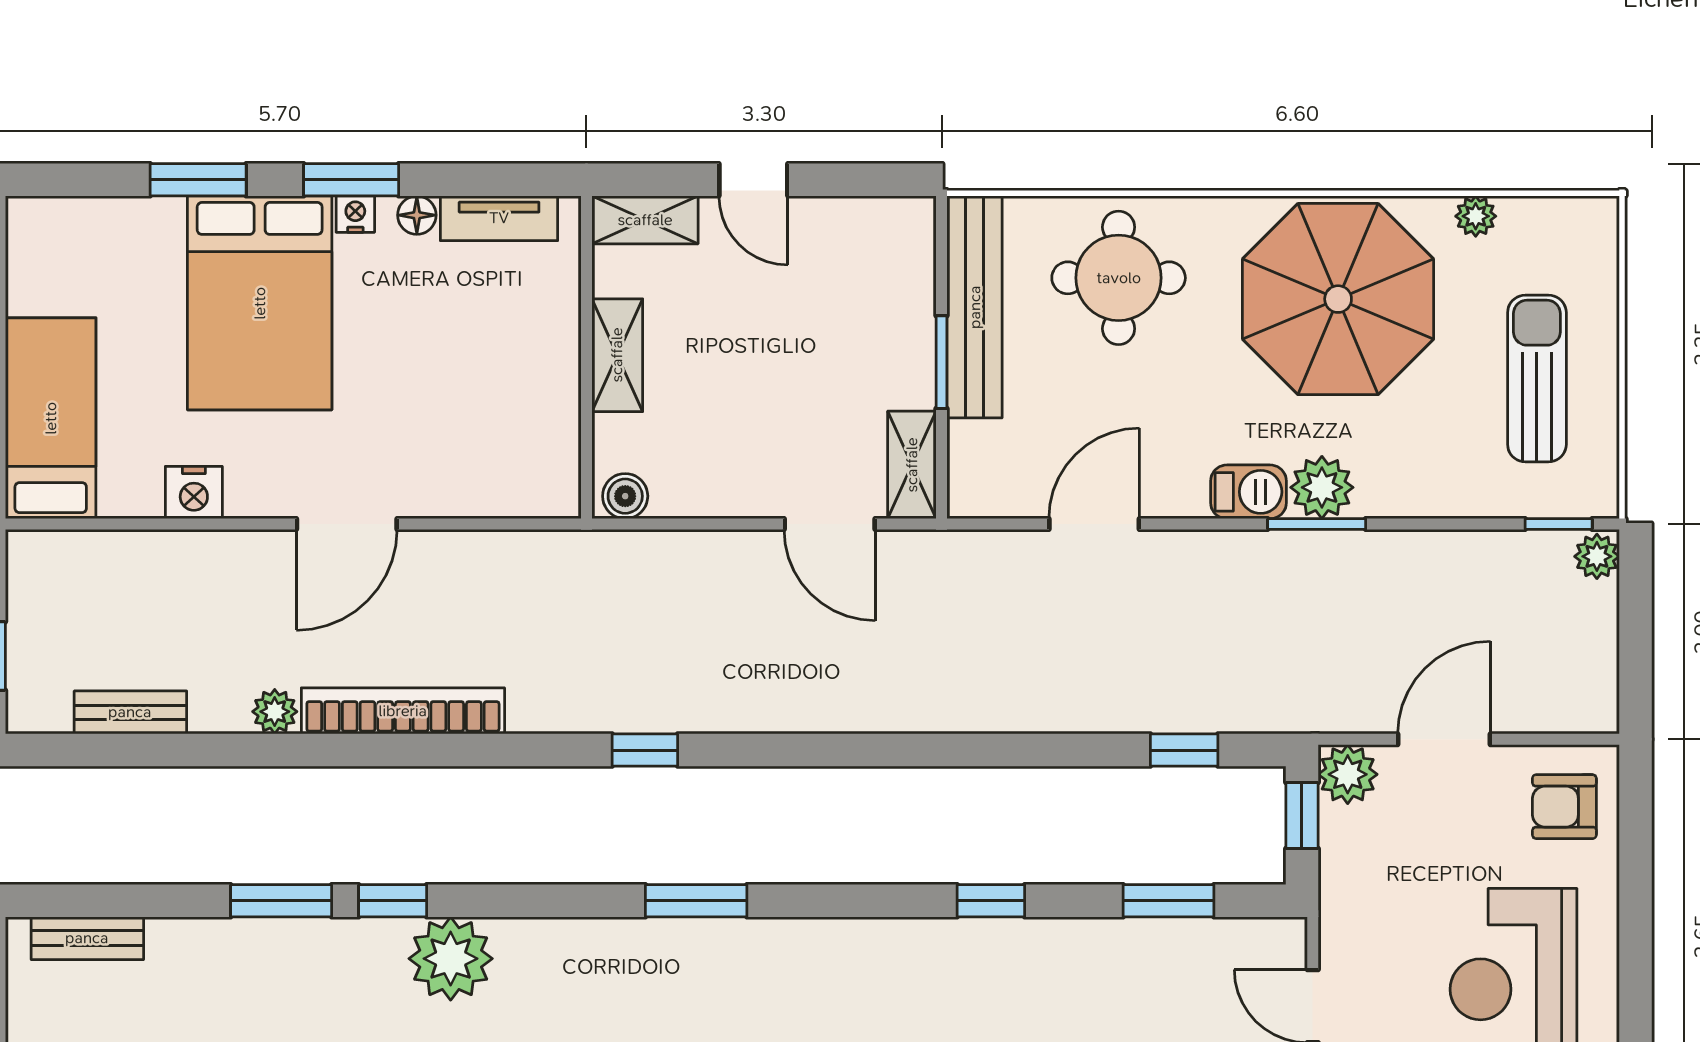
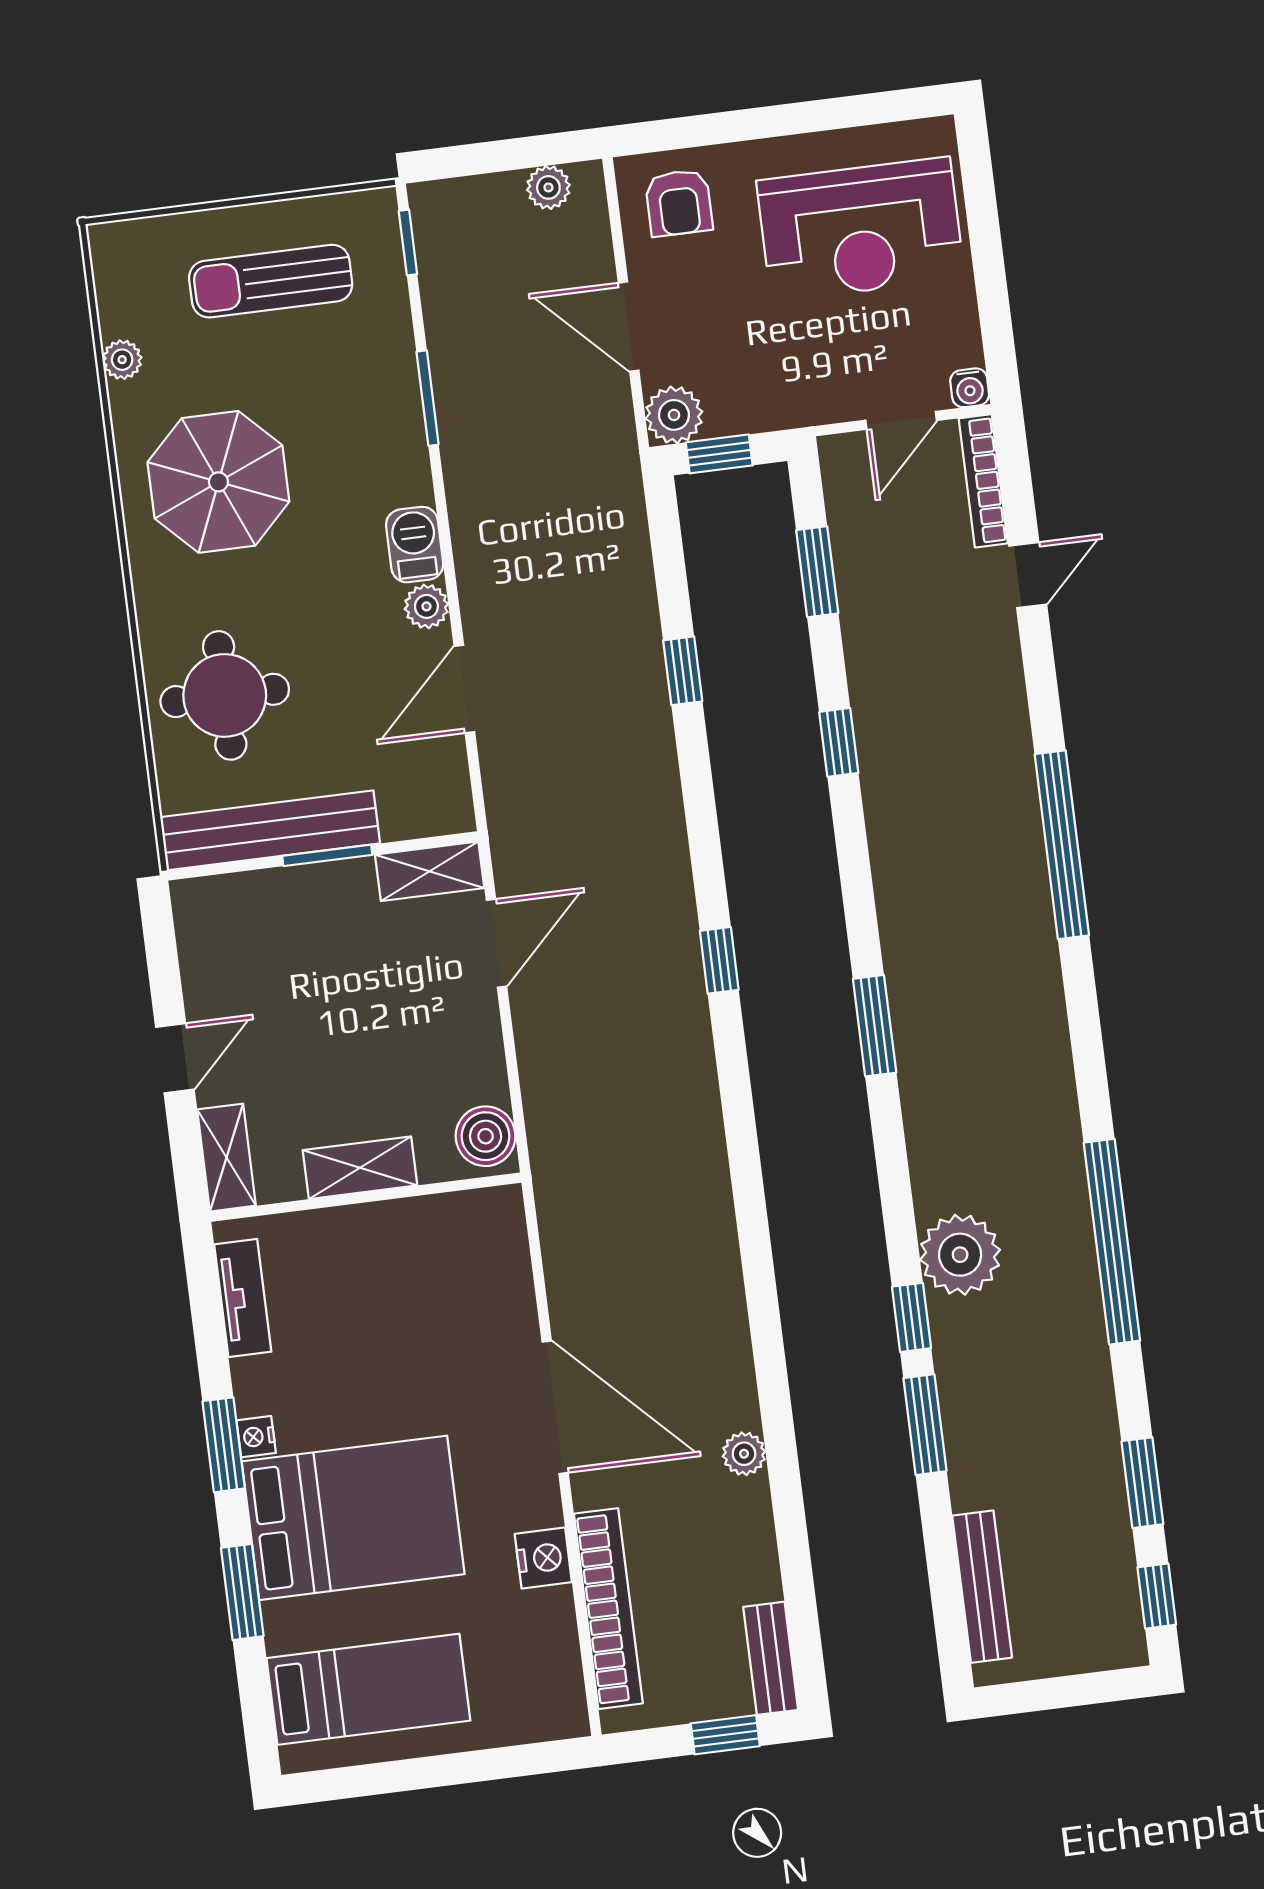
floor lamp: (417, 215) -> (250, 1377), removed
parasol: (1338, 299) -> (218, 482), width x0.73, depth x0.73
bed: (51, 418) -> (368, 1689), moved, turned 180
plant: (1322, 487) -> (426, 606), moved, width x0.73, depth x0.73
boiler: (625, 496) -> (486, 1136), width x1.36, depth x1.36
door: (347, 524) -> (555, 1407), width x1.36
door: (1094, 524) -> (464, 689), hinge flipped
window: (1317, 524) -> (428, 398), moved
plant: (1597, 556) -> (548, 187), moved
bookcase: (403, 711) -> (608, 1609), moved, turned 180
bench: (130, 712) -> (771, 1658), moved
window: (645, 750) -> (719, 960), moved
window: (1184, 750) -> (683, 671), moved
bench: (87, 938) -> (982, 1587), width x1.36

